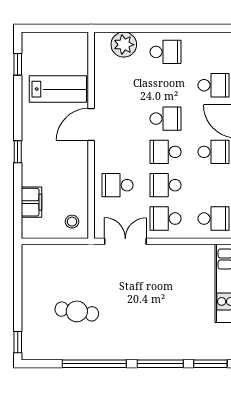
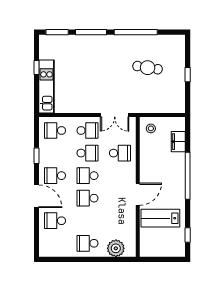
window: (18, 152) -> (188, 176), width x3.17
school desk: (166, 152) -> (87, 176), turned 180
window: (18, 342) -> (188, 75), moved

